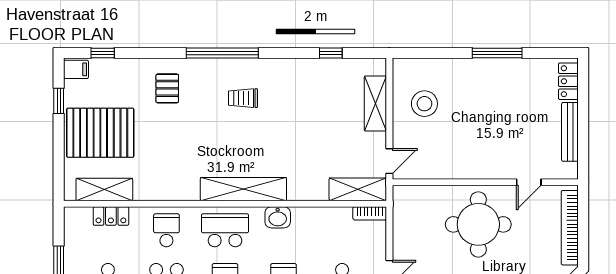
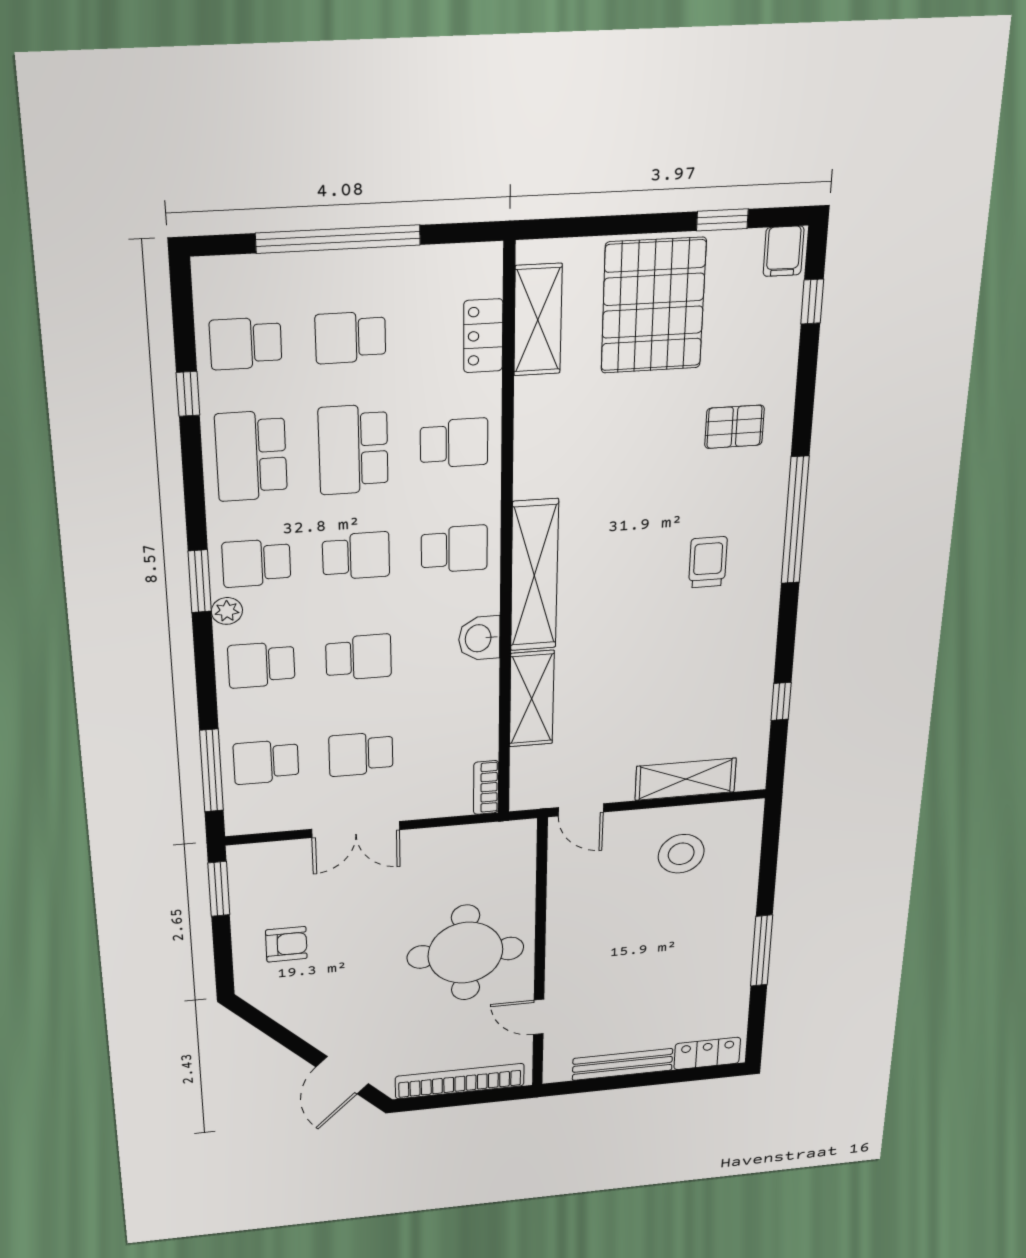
shelving: (358, 189) -> (532, 699), moved
school desk: (225, 230) -> (454, 549), width x0.54

